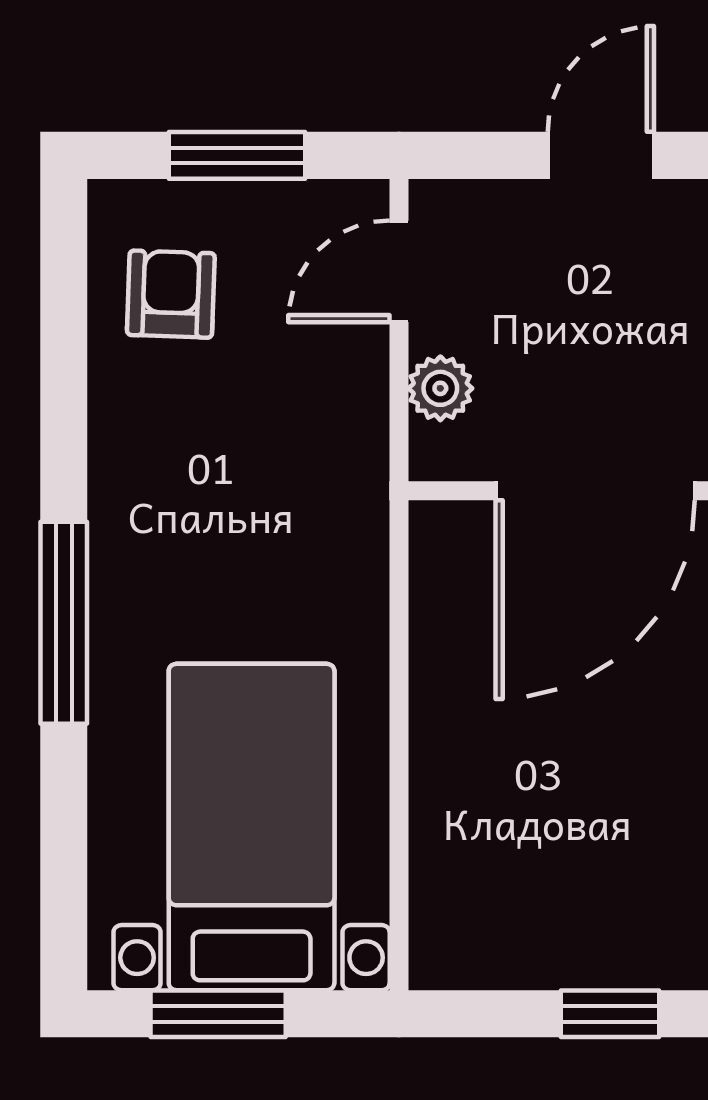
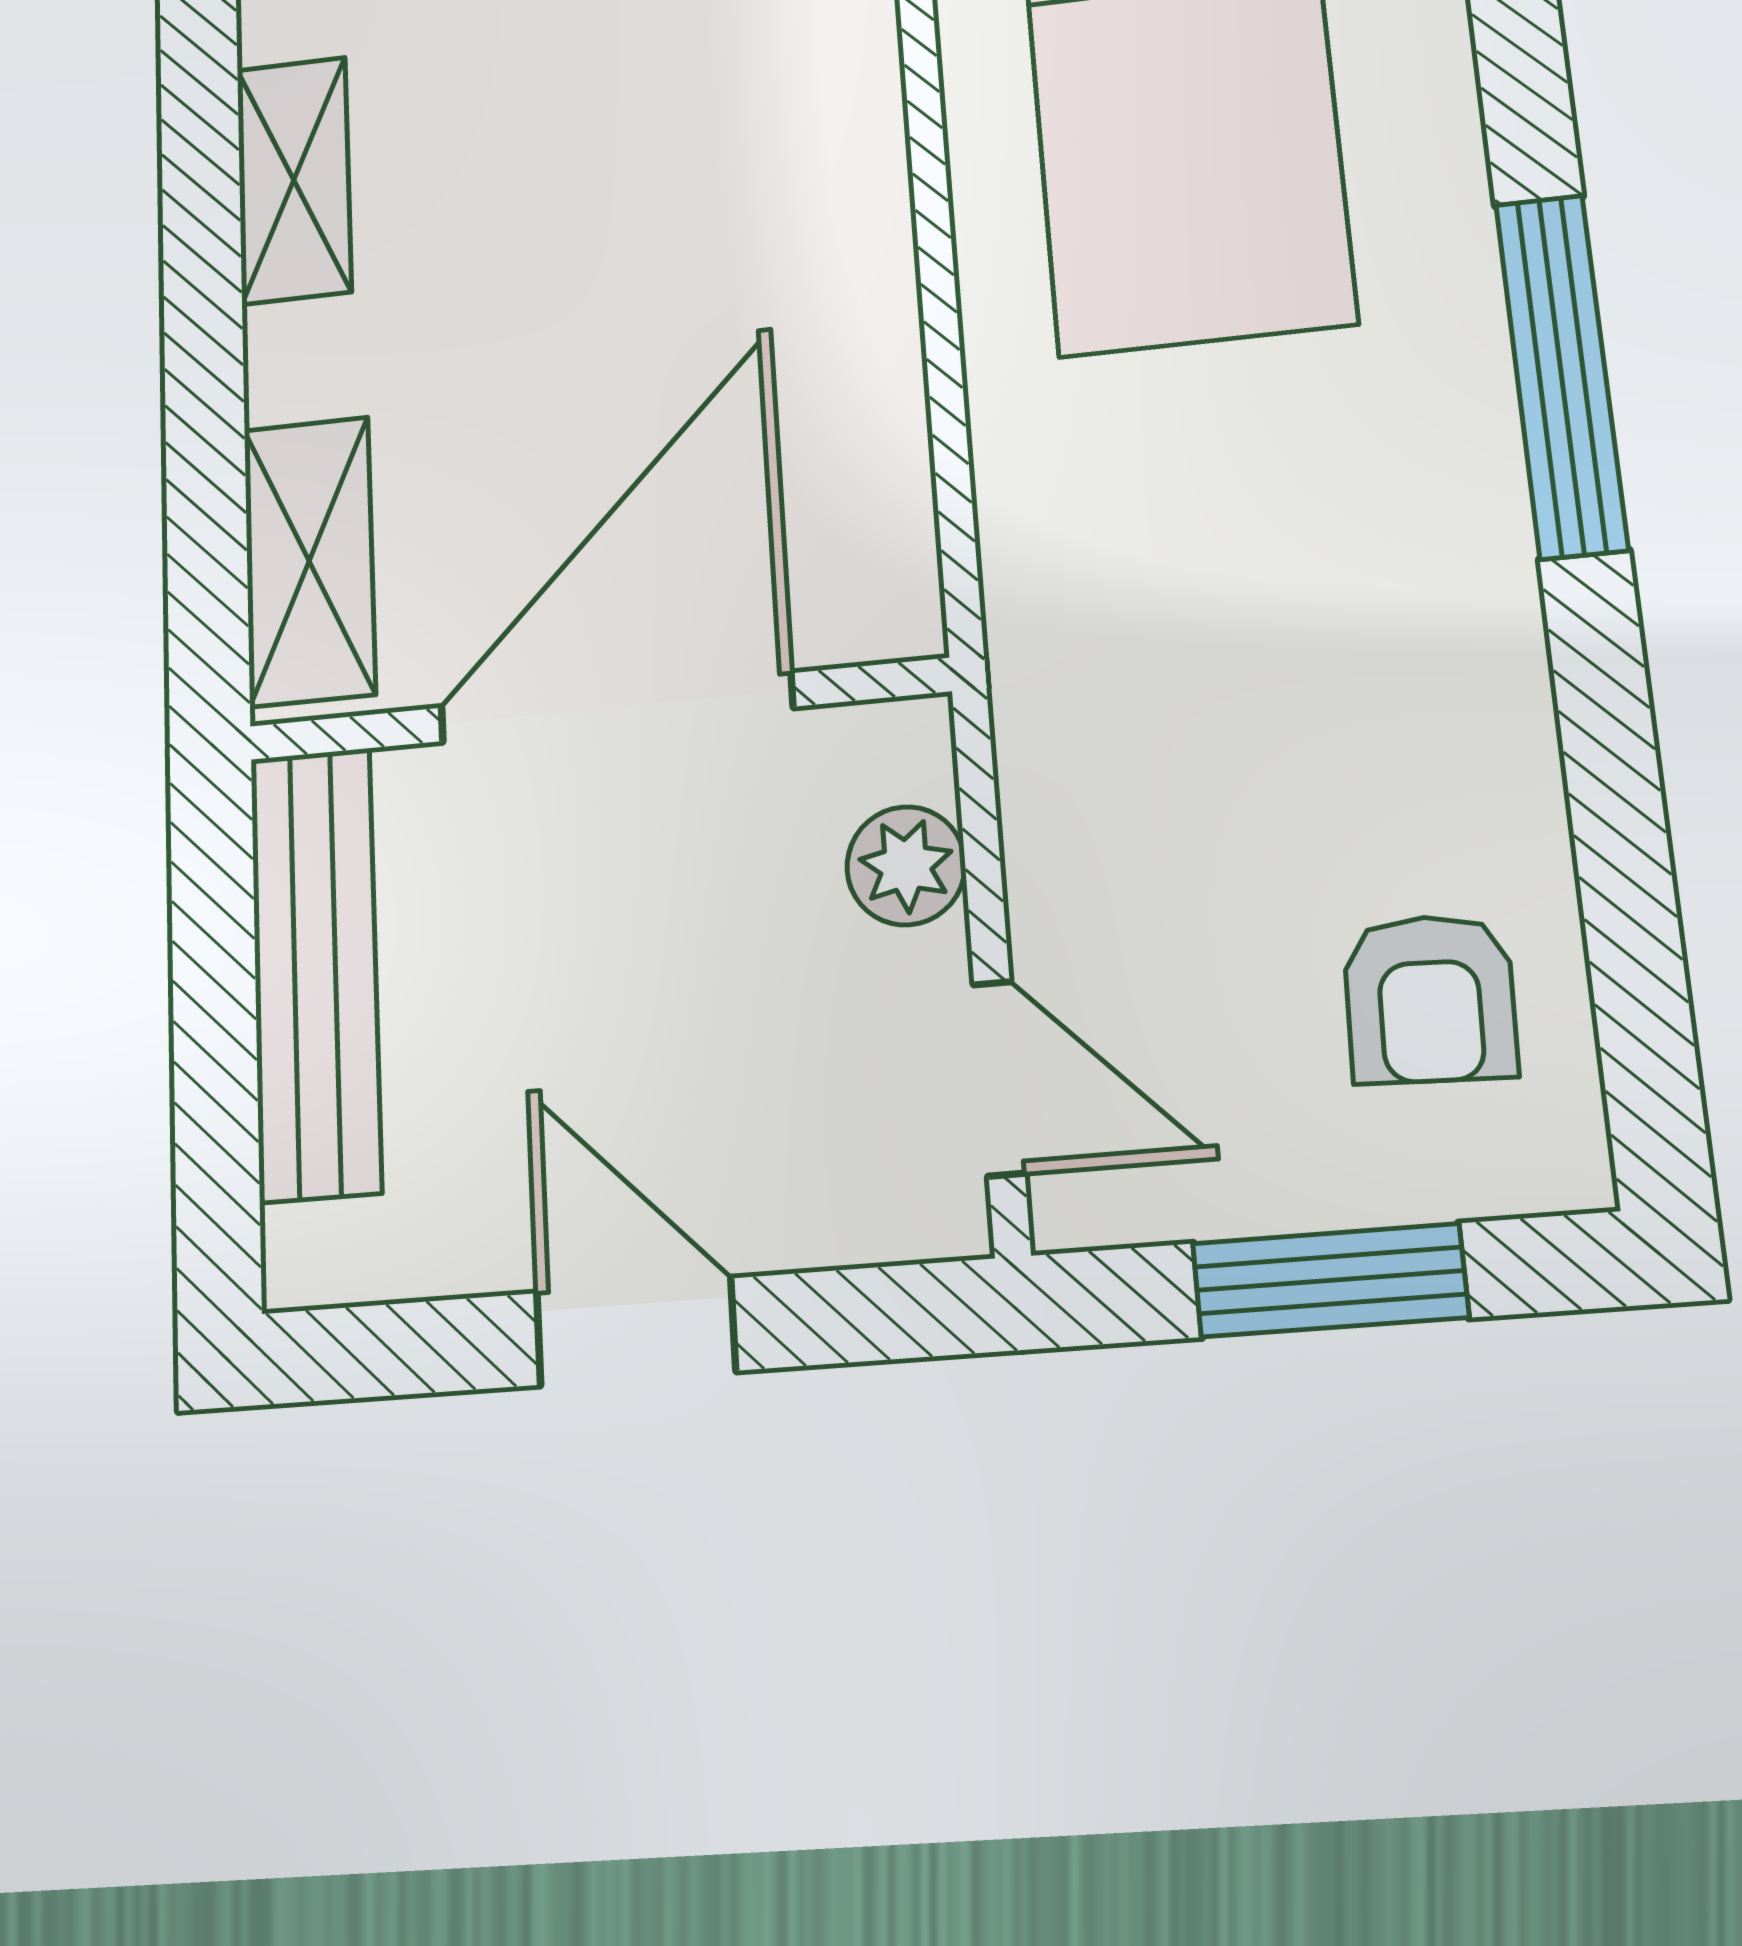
door: (601, 155) -> (636, 1332), swing flipped
door: (399, 271) -> (999, 1078), hinge flipped

